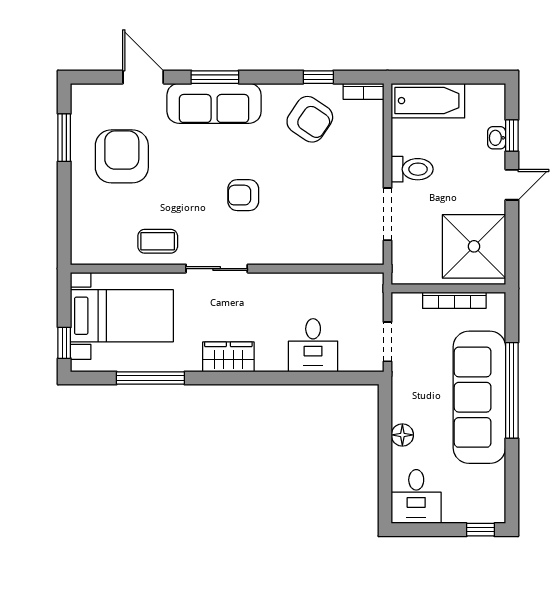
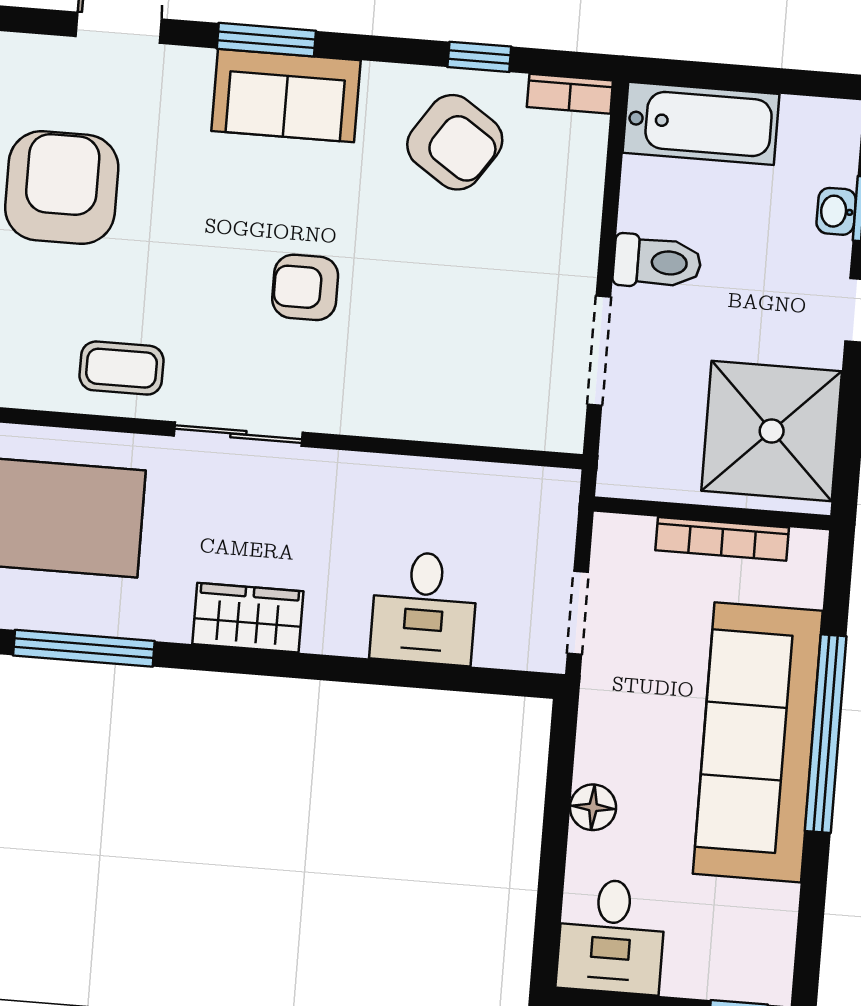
sofa: (214, 103) -> (286, 96), width x0.73

